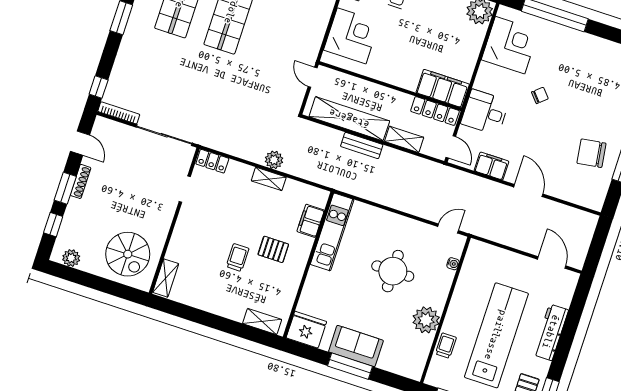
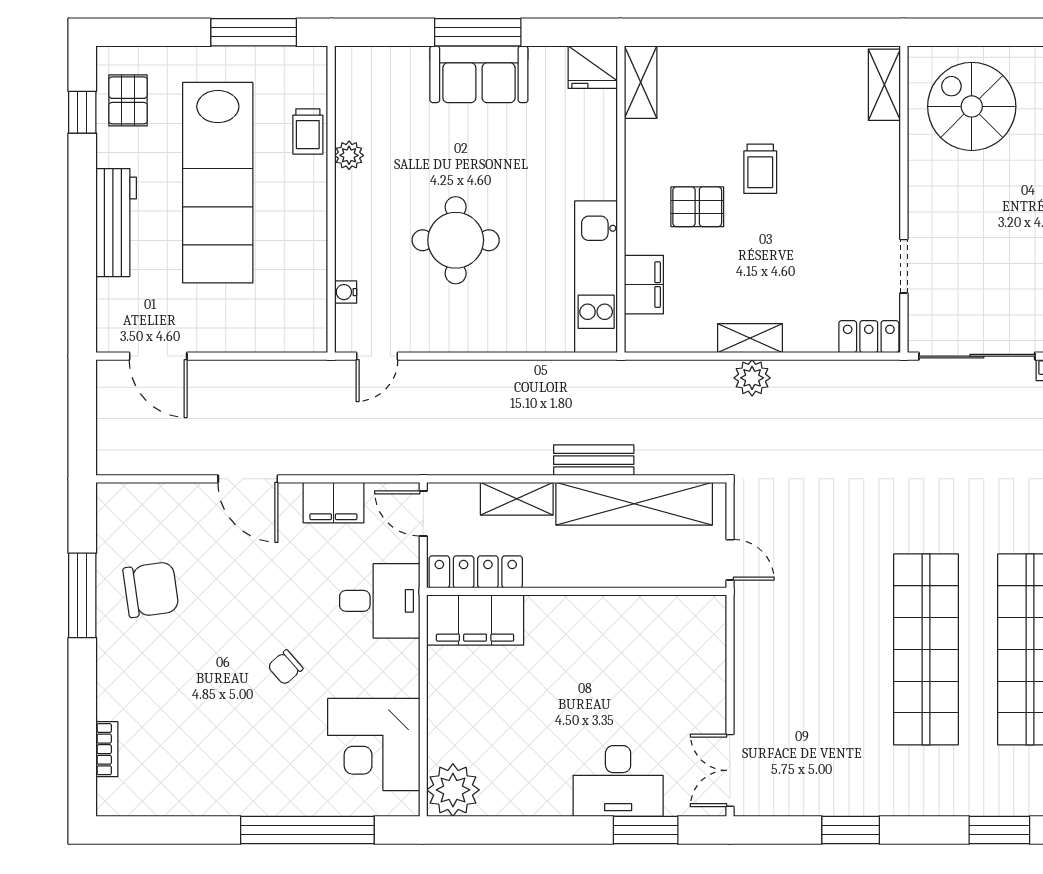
corner desk: (352, 36) -> (682, 663), removed
plant: (426, 320) -> (349, 155), width x0.53, depth x0.53
shelving: (262, 322) -> (641, 82), moved, turned 90
fridge: (306, 330) -> (593, 67), width x0.73, depth x0.75

